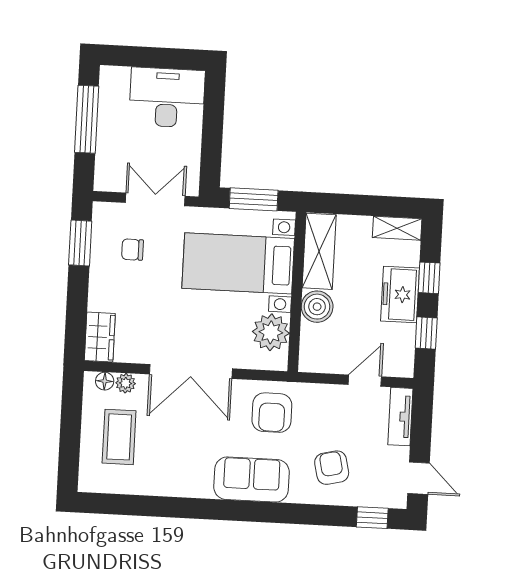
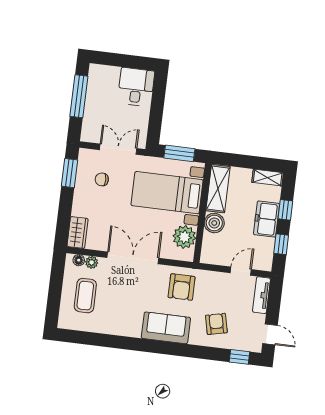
desk: (167, 98) -> (136, 87), width x0.73
double door: (191, 371) -> (133, 258), swing flipped

